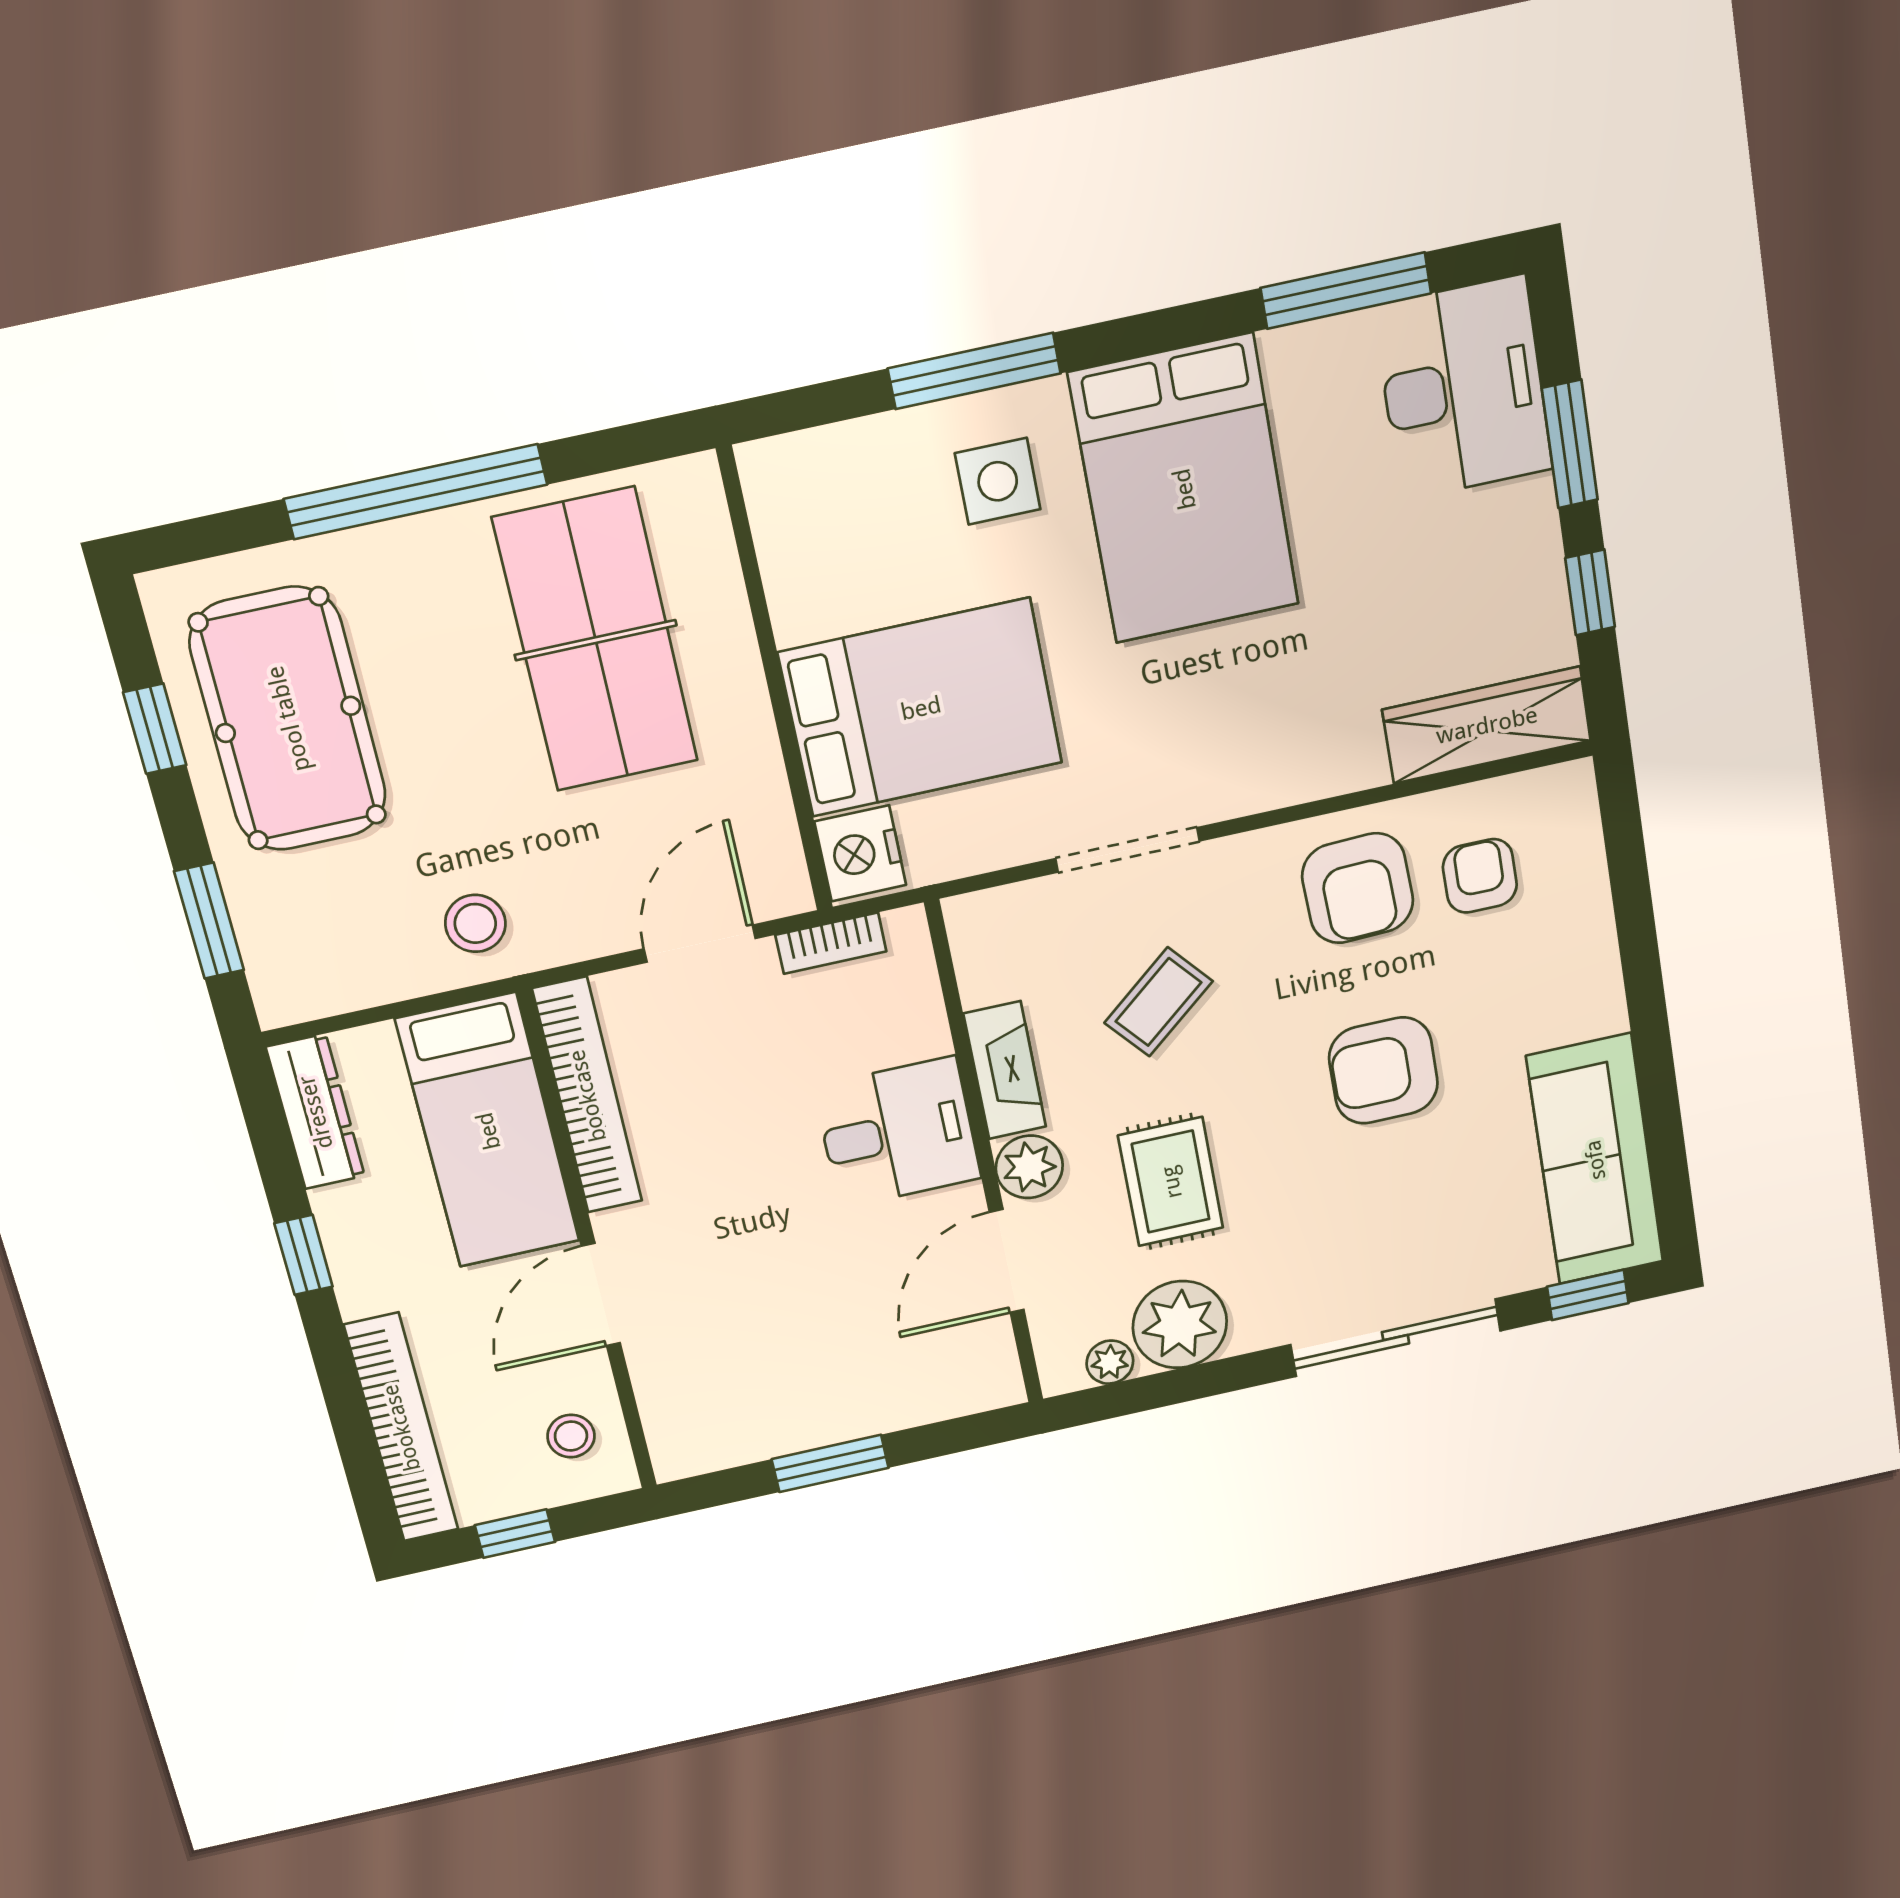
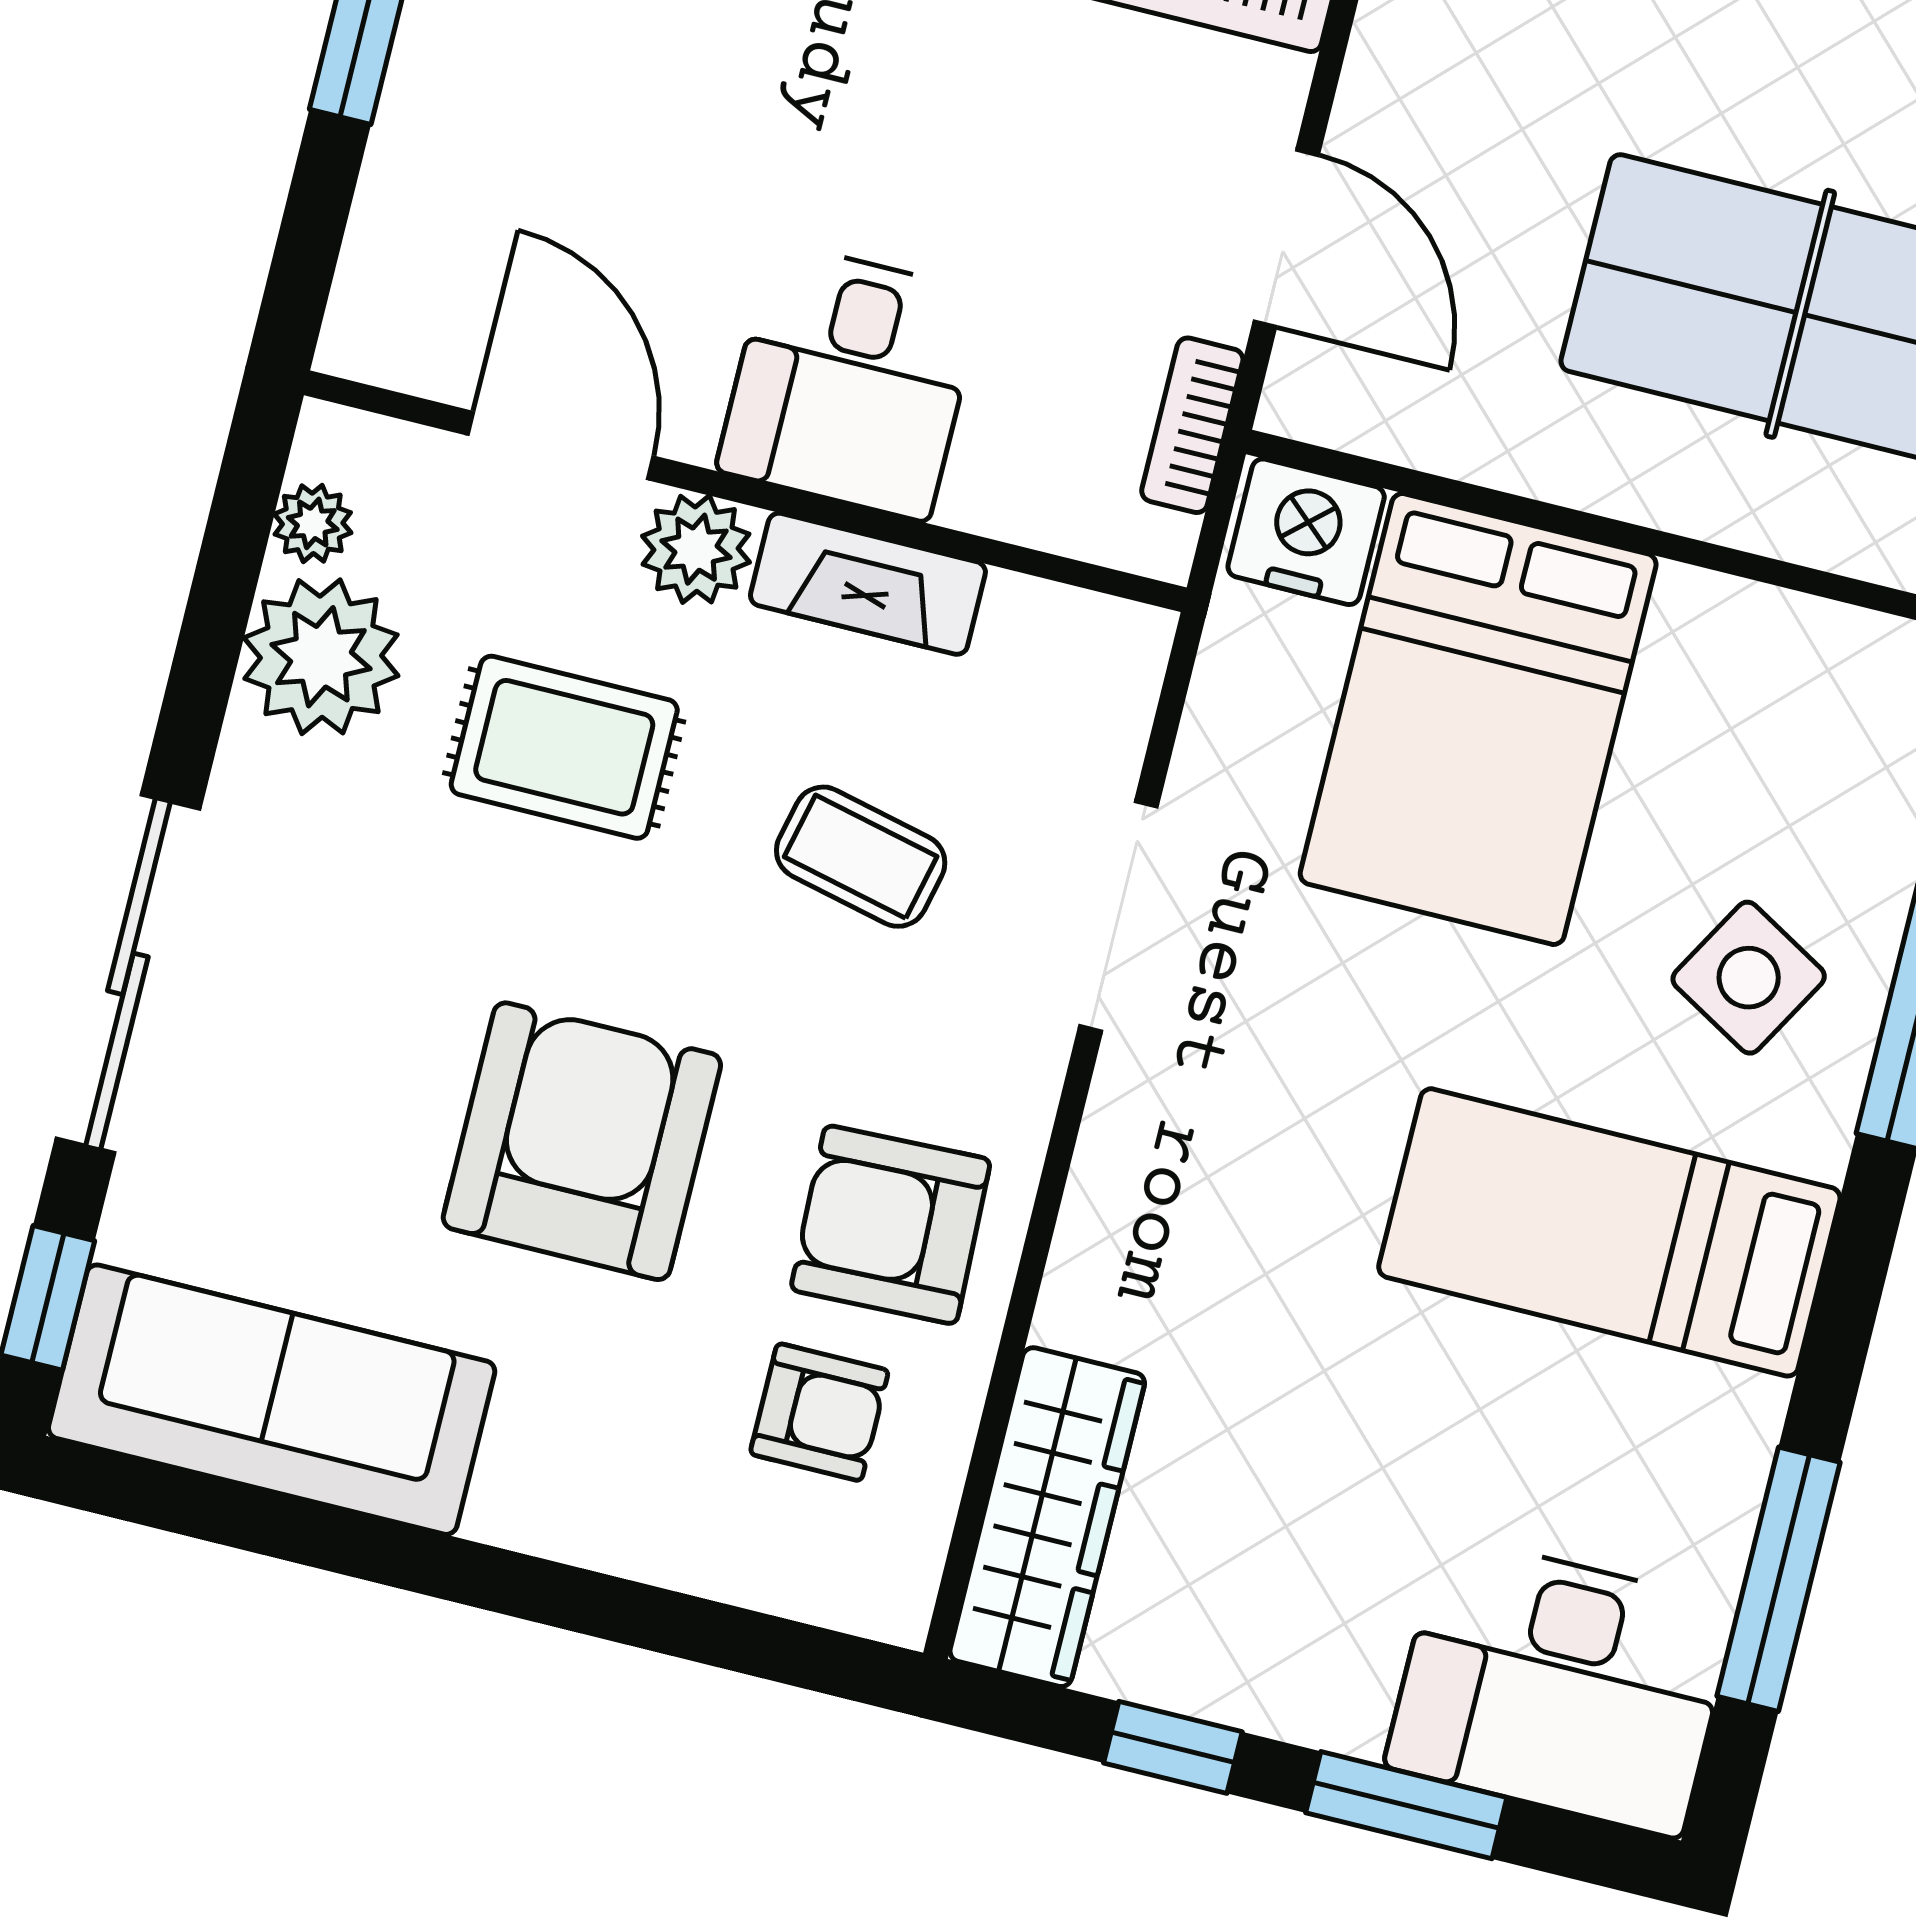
side table: (998, 481) -> (1749, 978), turned 30
bed: (1184, 489) -> (1609, 1232), width x0.67
coffee table: (1158, 1002) -> (861, 857), turned -37
armchair: (1383, 1070) -> (582, 1141), width x1.36, depth x1.36

